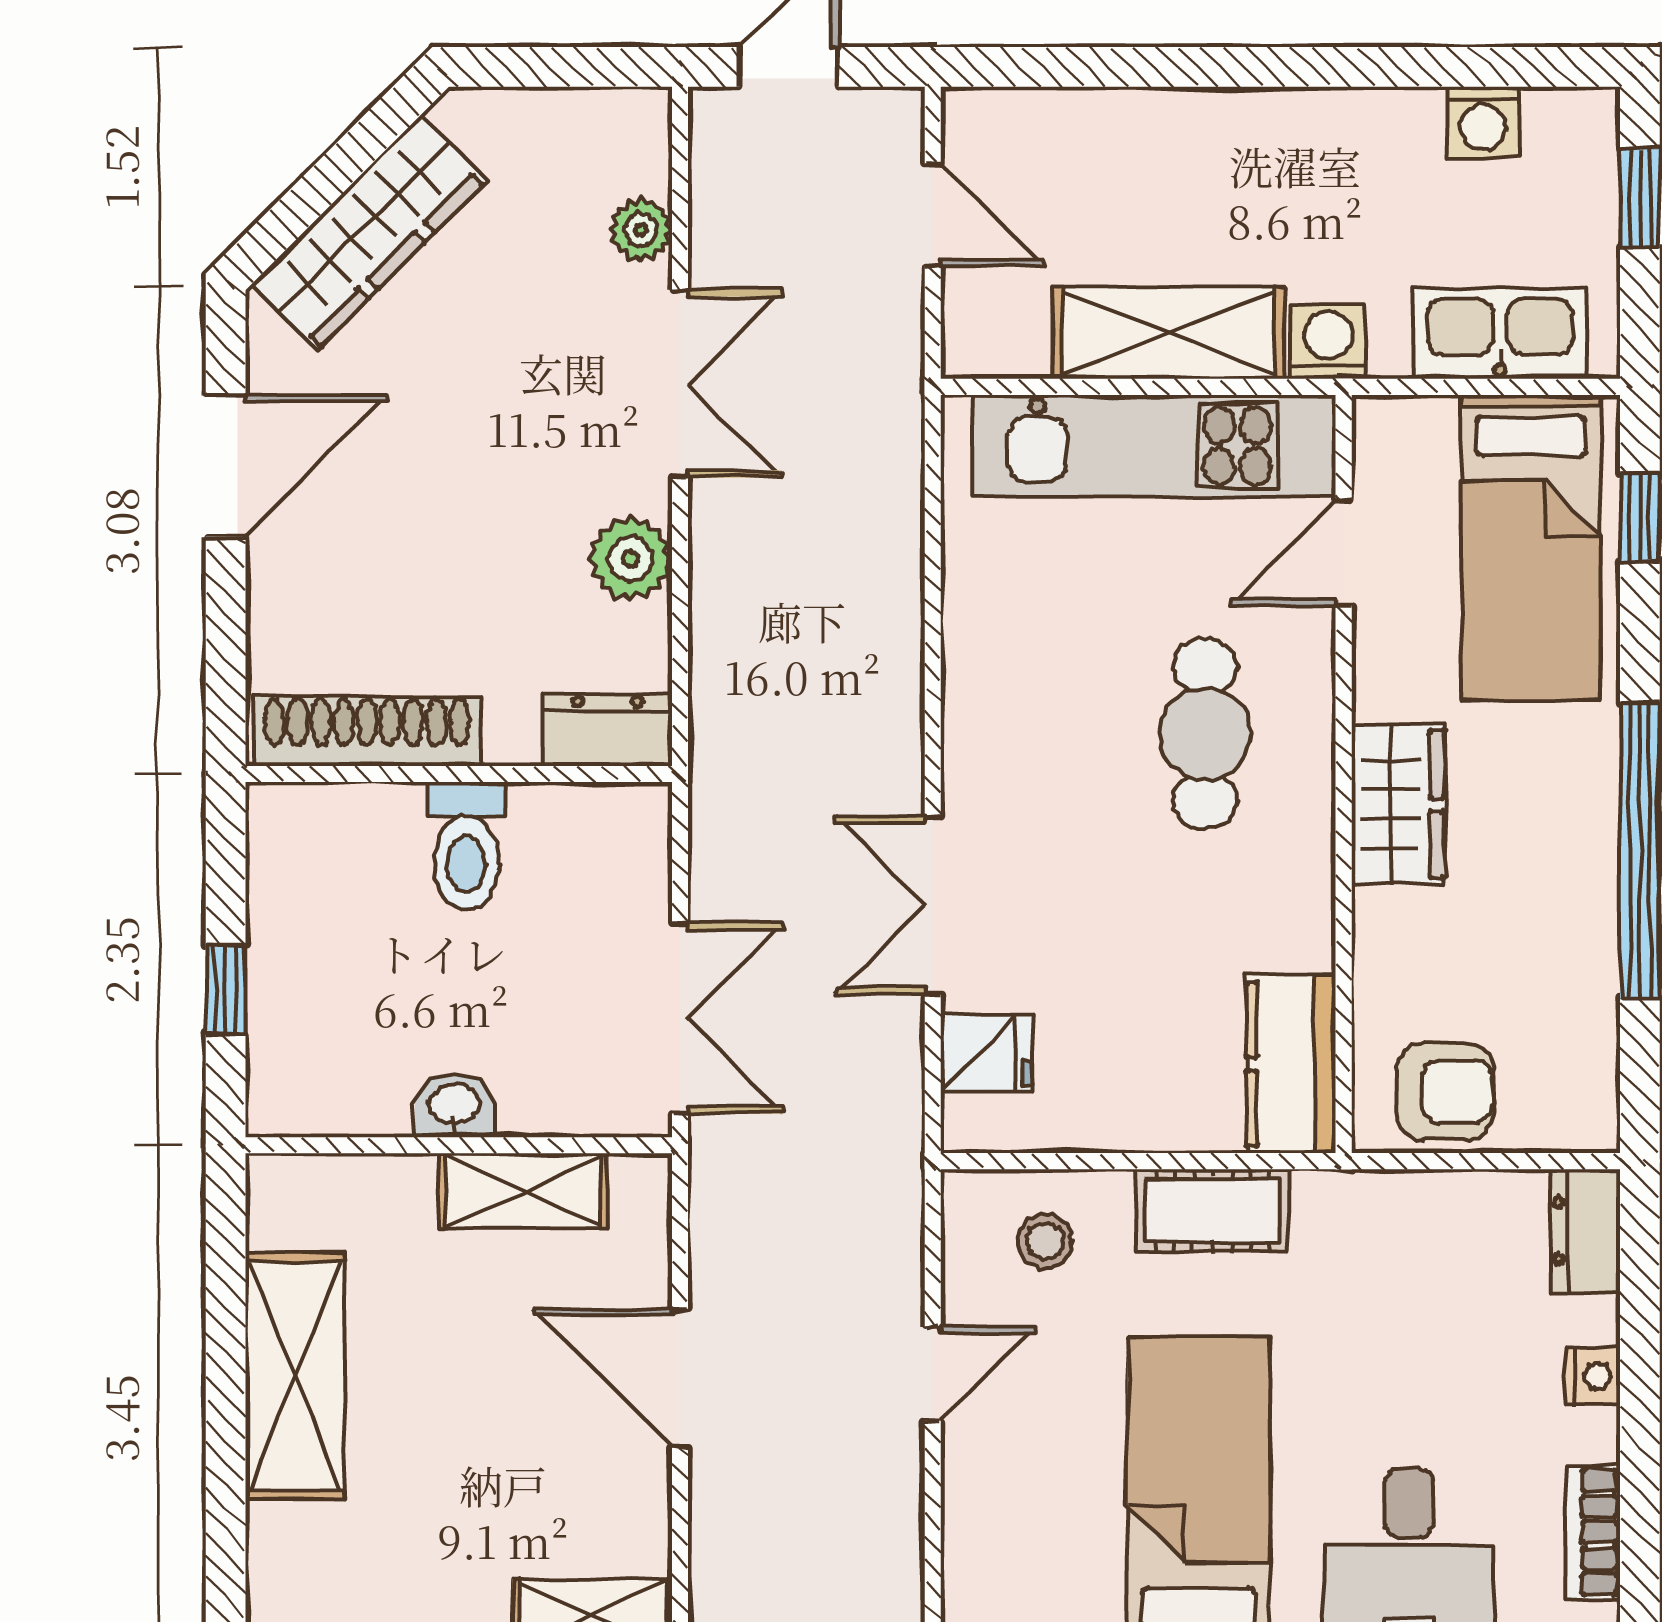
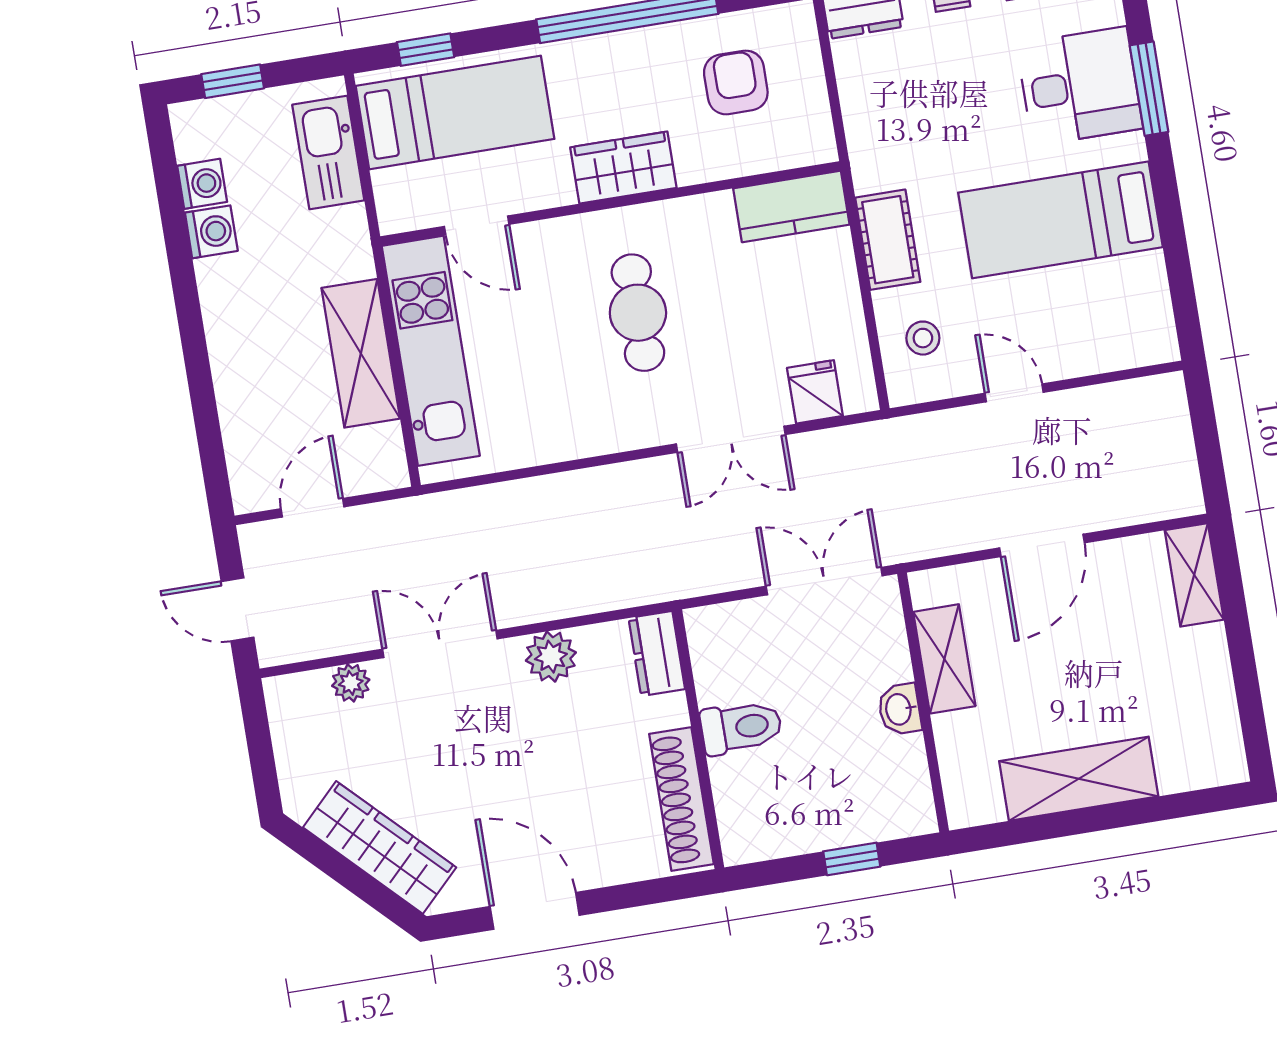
washing machine: (1328, 341) -> (211, 232), moved, turned 180
cafe table: (1205, 734) -> (638, 313), moved, turned 90
armchair: (1445, 1092) -> (736, 82), moved

